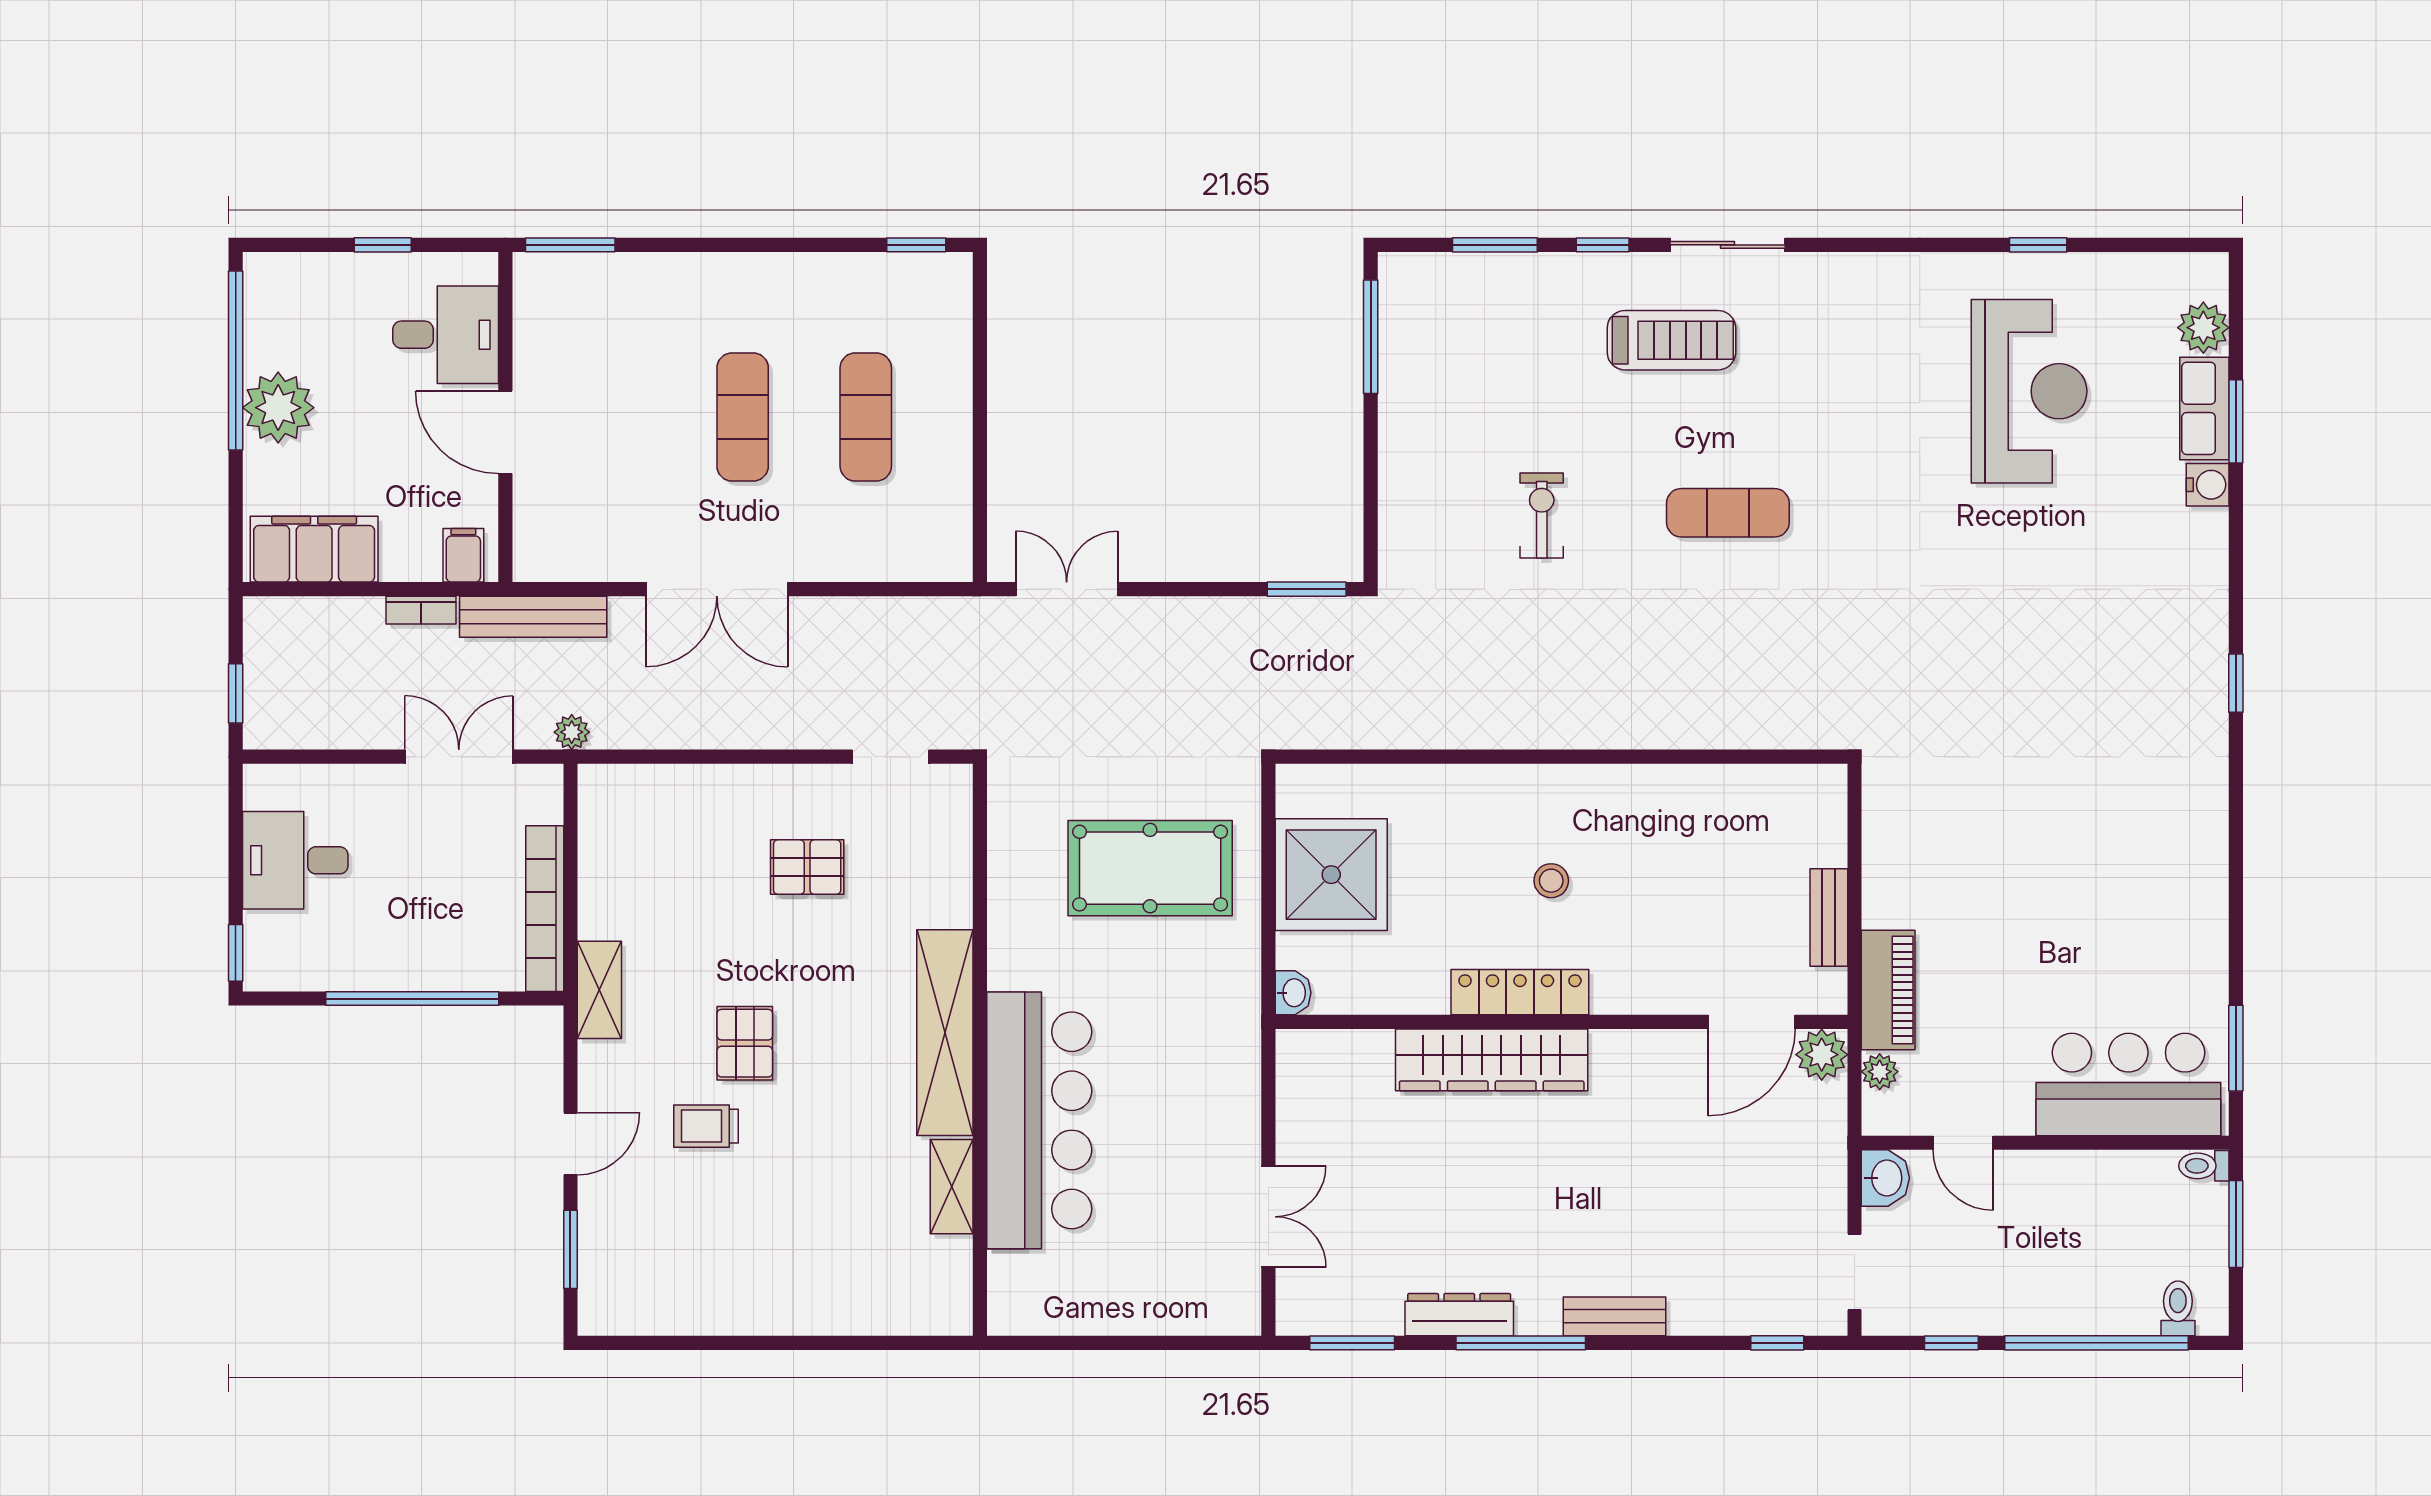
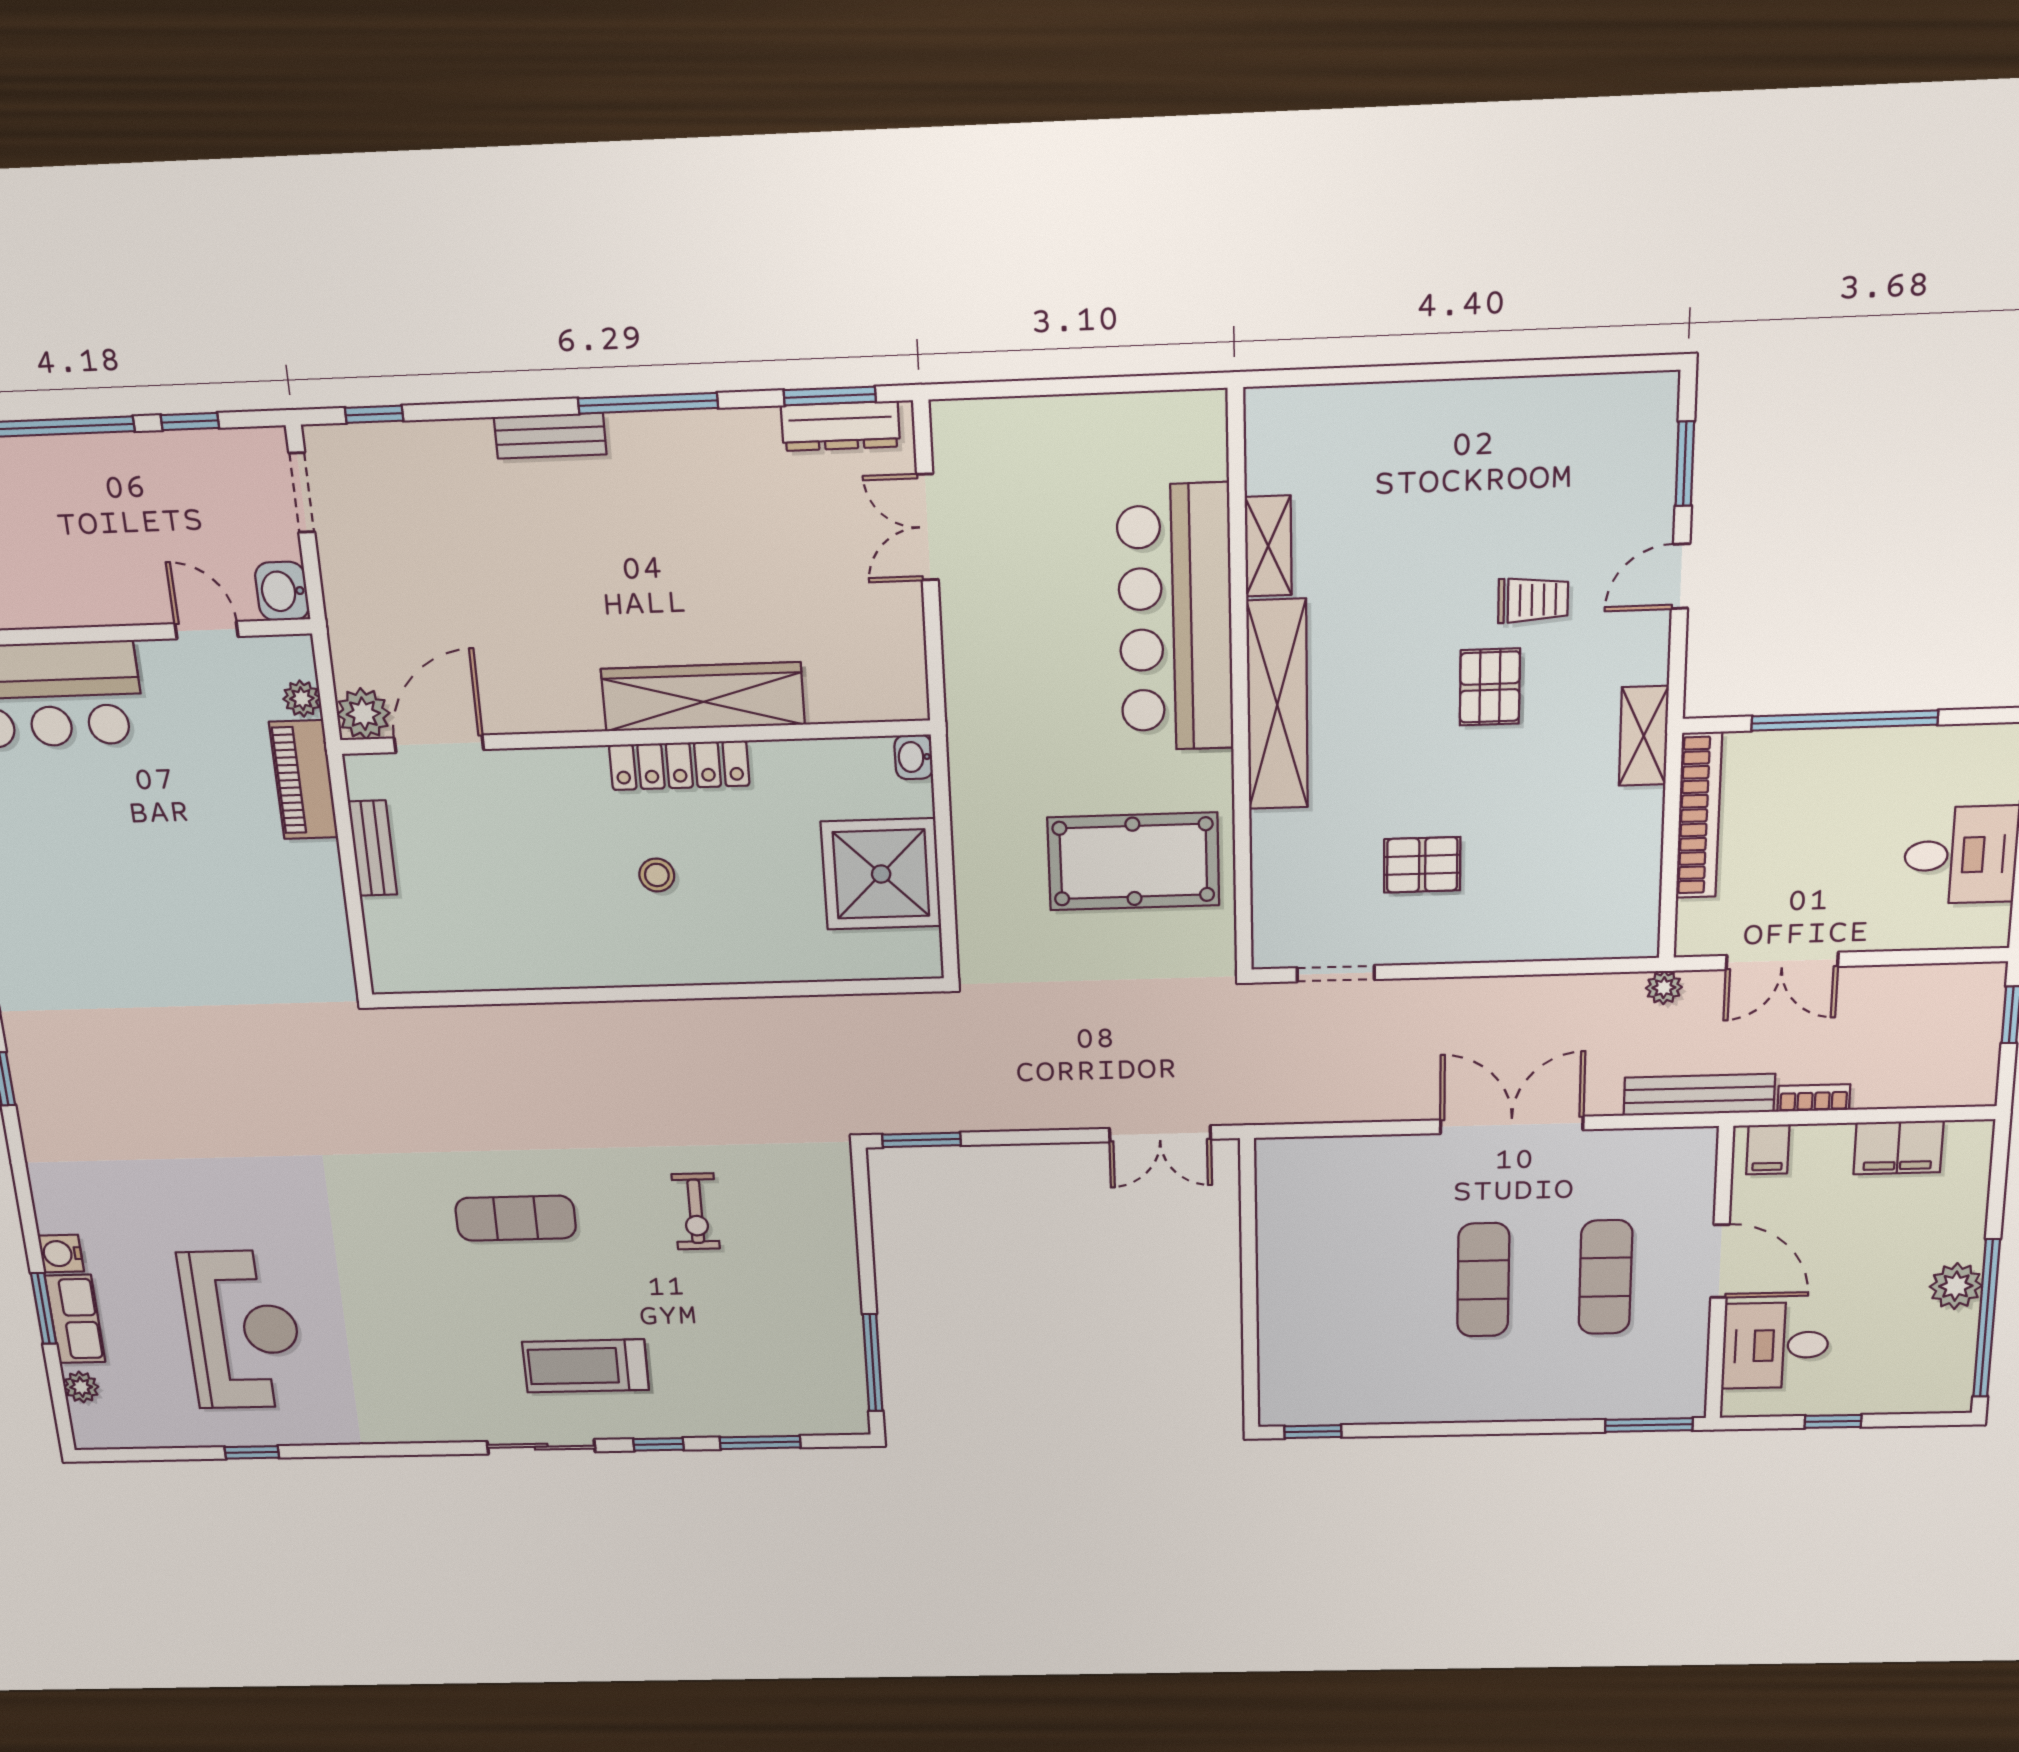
plant: (2203, 328) -> (81, 1387), width x0.73, depth x0.73
reception desk: (2029, 391) -> (242, 1330), turned 180
plant: (278, 408) -> (1956, 1286), width x0.73, depth x0.73
exercise mat: (866, 417) -> (1605, 1277), moved
filing cabinet: (314, 549) -> (1898, 1147), width x0.67, depth x0.86
pool table: (1150, 868) -> (1133, 861), moved
dresser: (1459, 1315) -> (840, 426), moved

